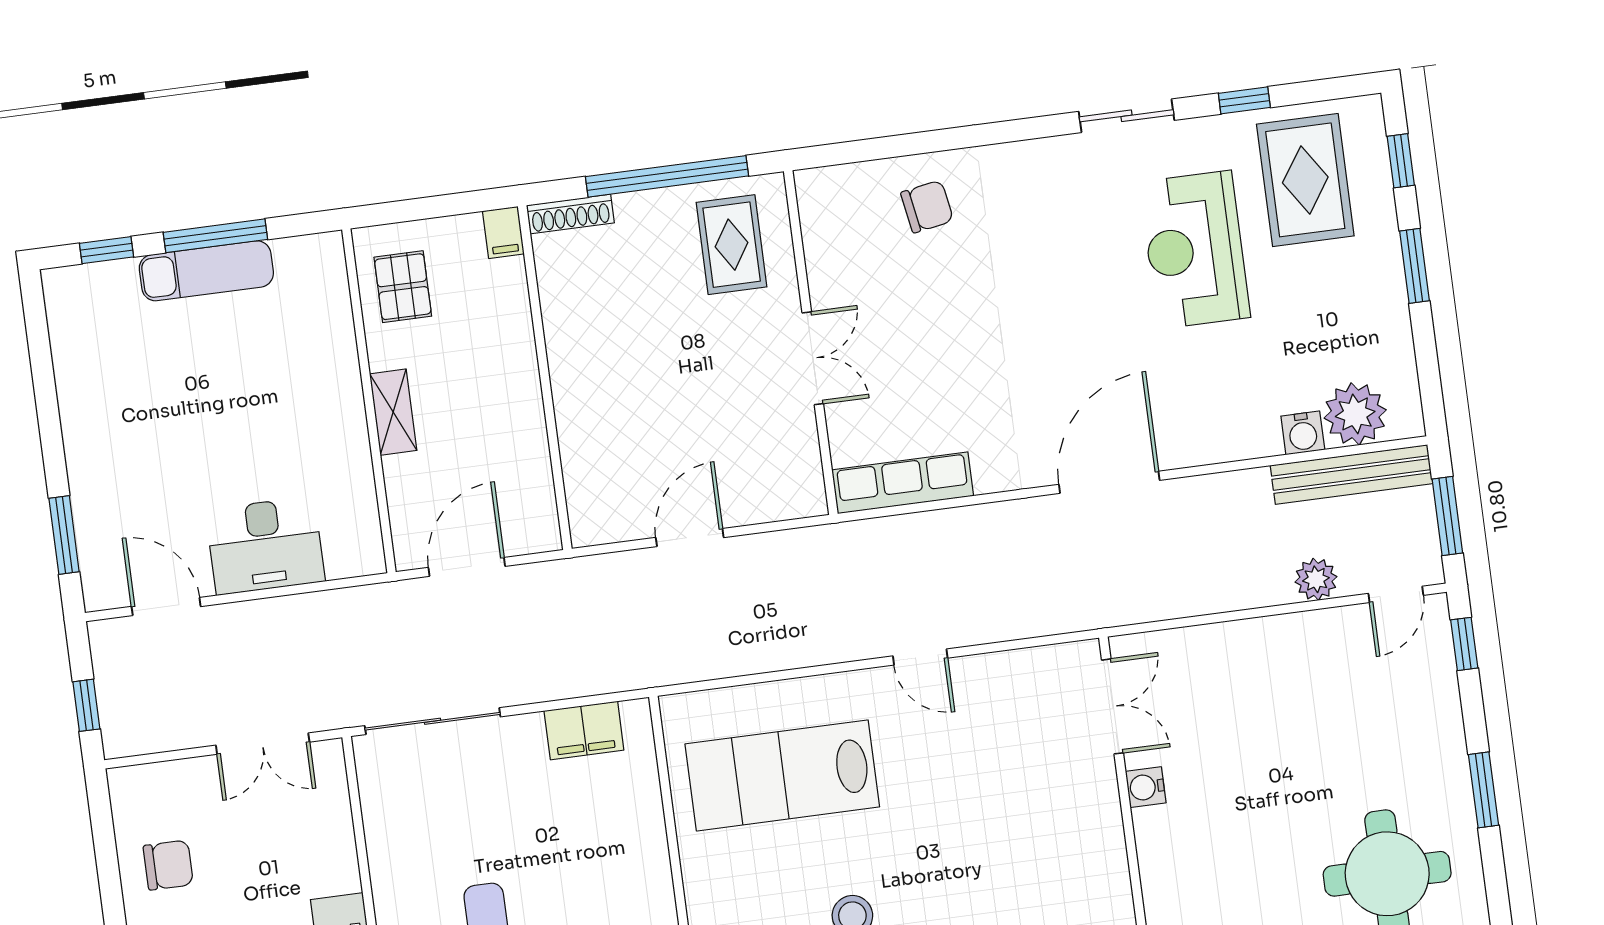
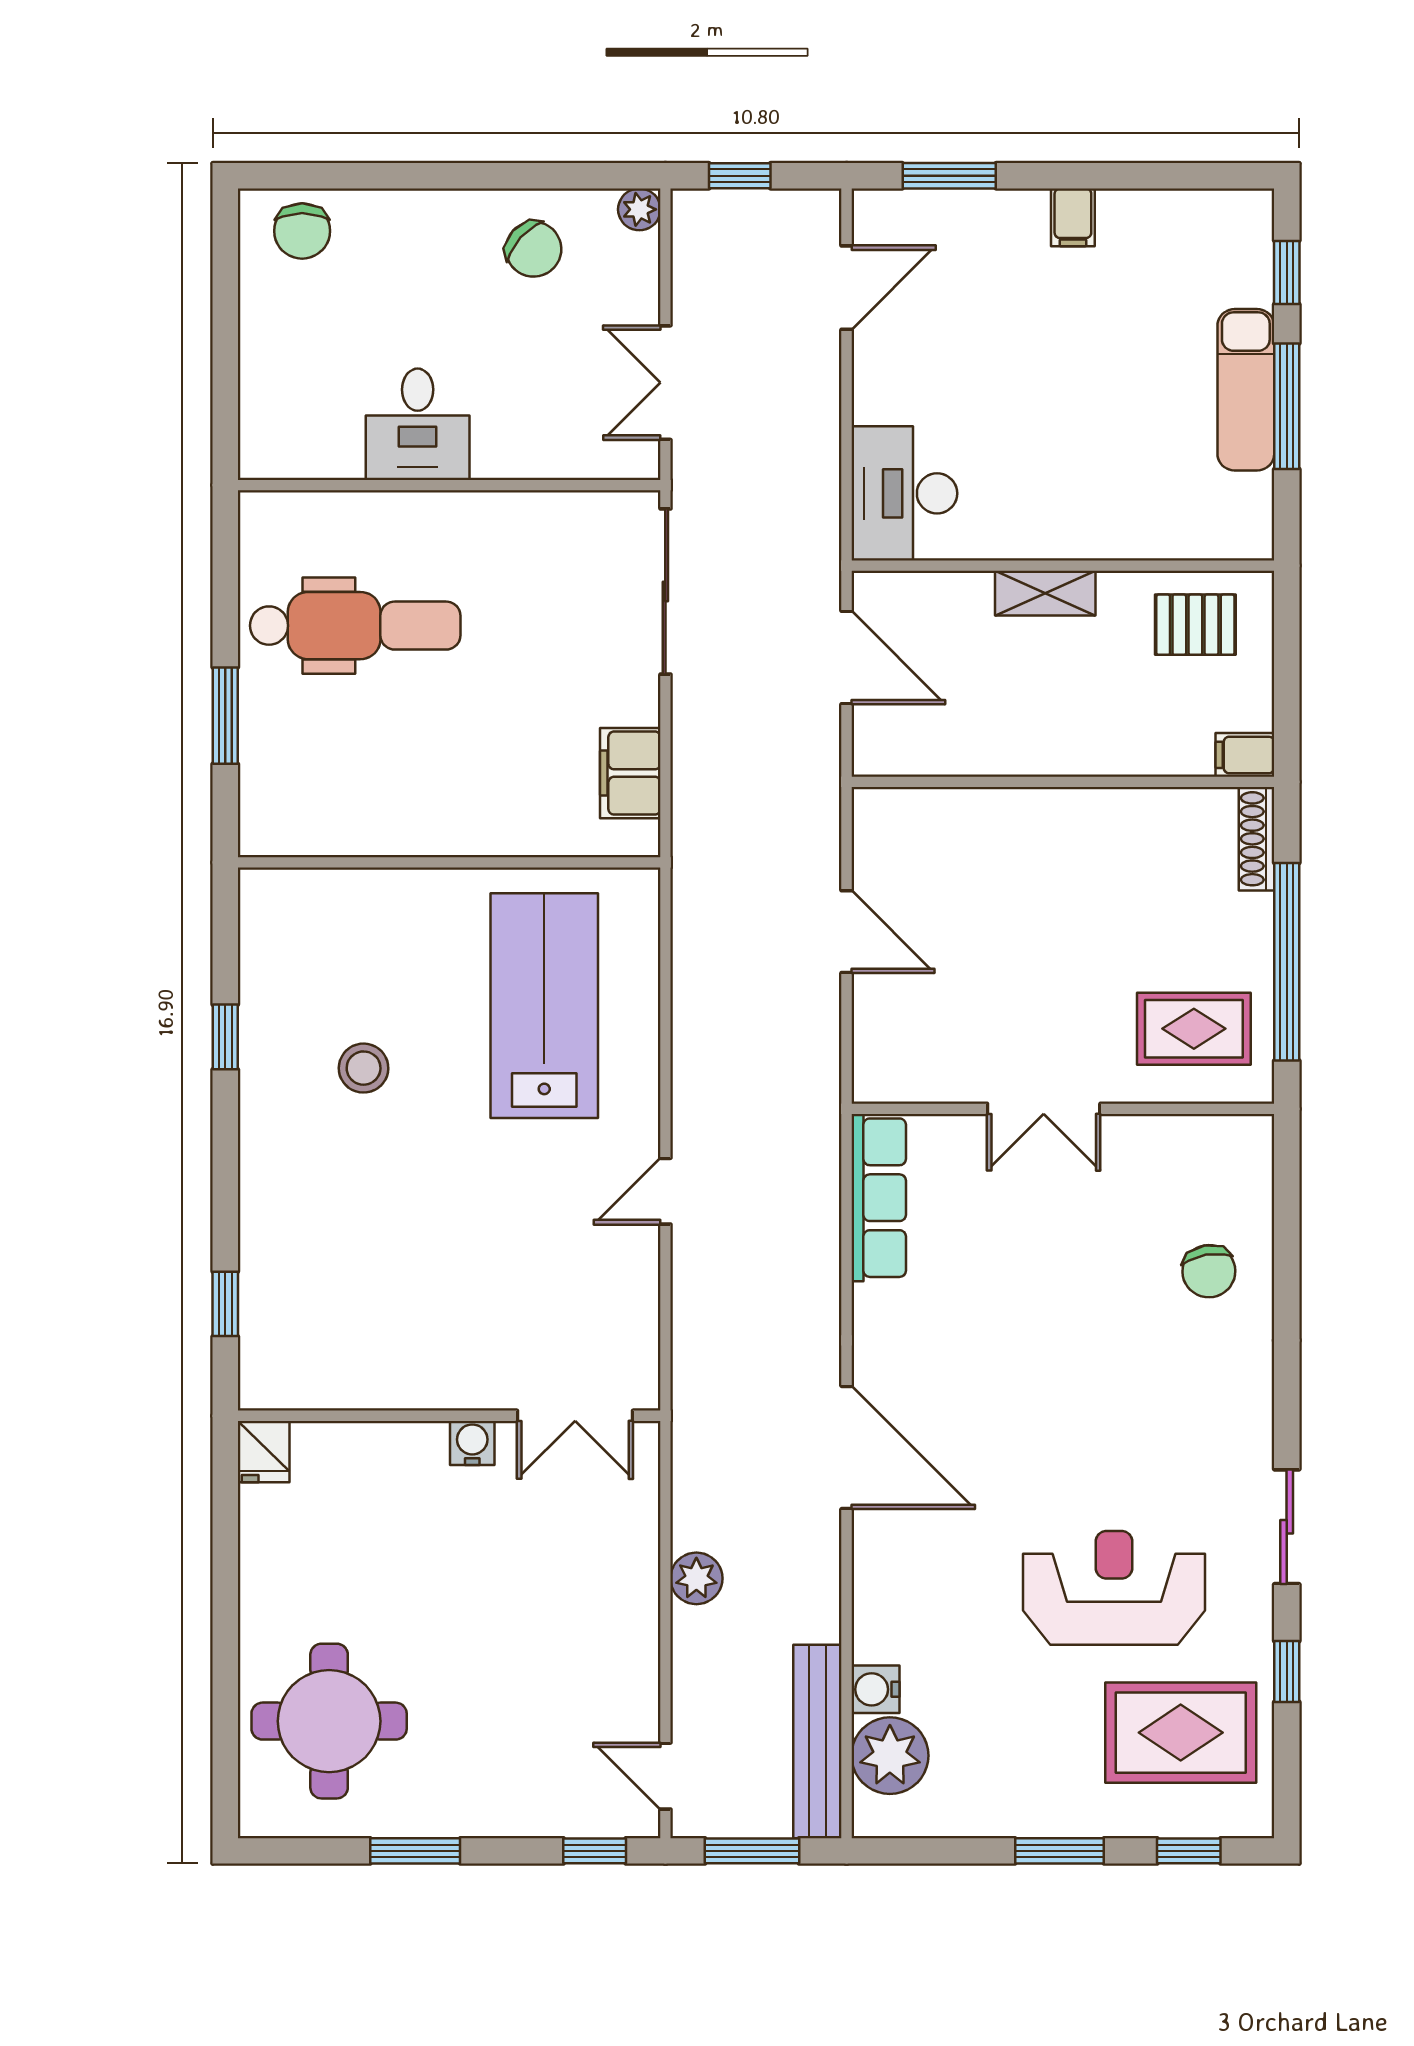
filing cabinet: (85, 430) -> (1073, 217), added
desk: (265, 546) -> (904, 493), moved
plant: (1316, 579) -> (696, 1578), moved
plant: (125, 783) -> (639, 209), added
chair: (168, 865) -> (534, 249), turned -48

